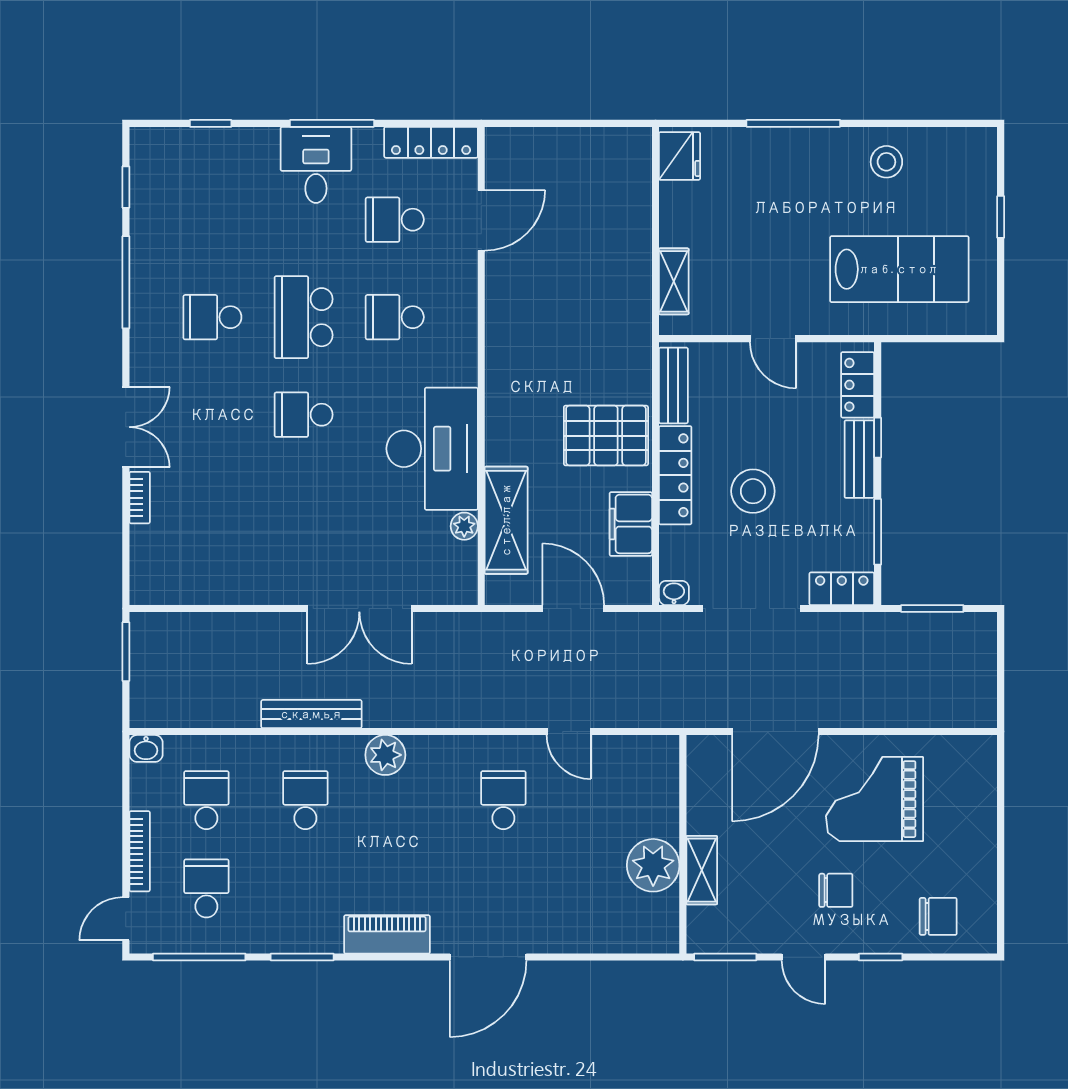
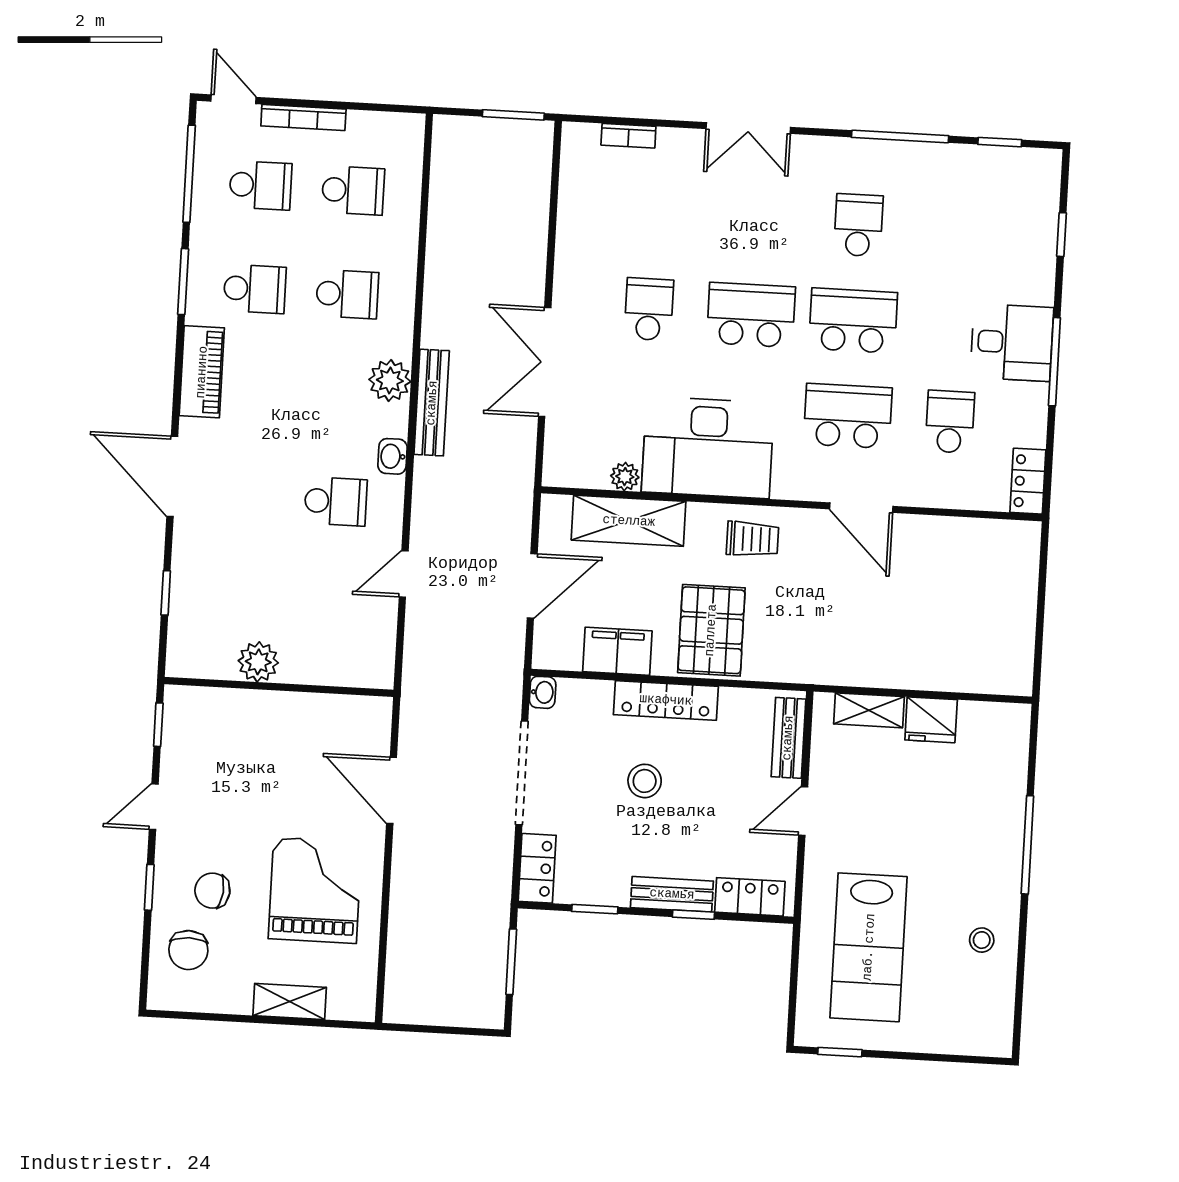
locker: (431, 142) -> (1028, 481), width x0.66
fridge: (680, 156) -> (931, 720), moved
stool: (886, 162) -> (982, 940), width x0.73, depth x0.73
window: (1001, 217) -> (840, 1052), moved
door: (481, 220) -> (861, 508), moved
school desk: (395, 317) -> (848, 416), width x1.85
bench: (673, 385) -> (788, 738), moved, turned 90
trolley: (517, 401) -> (753, 539), added
school desk: (304, 415) -> (751, 315), width x1.85
stool: (753, 491) -> (645, 781), width x0.73, depth x0.73
bookcase: (140, 498) -> (628, 136), moved
school desk: (304, 512) -> (649, 309), added
window: (878, 532) -> (595, 909), width x0.67
bench: (311, 714) -> (432, 403), moved
door: (775, 732) -> (392, 790), width x0.73
washbasin: (146, 748) -> (392, 456), moved
plant: (653, 865) -> (258, 662), width x0.73, depth x0.73
shelving: (702, 870) -> (290, 1002), moved
school desk: (305, 888) -> (255, 289), added
chair: (836, 890) -> (212, 891), moved, turned 96
window: (599, 957) -> (166, 593), added
window: (725, 957) -> (158, 725), width x0.67

